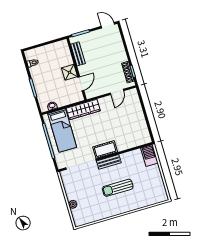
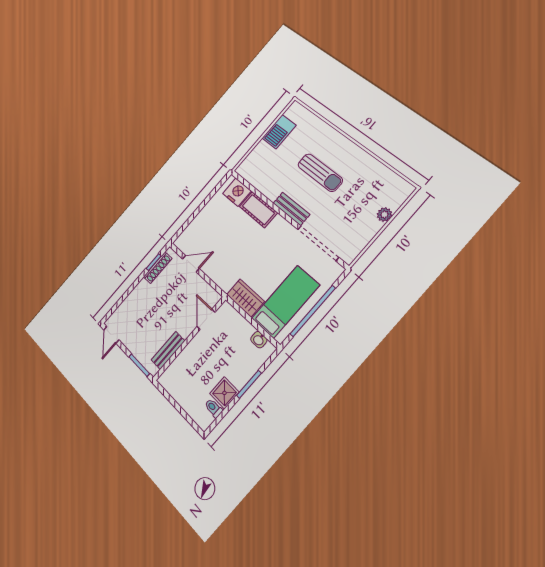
shower: (69, 72) -> (224, 393), moved
door: (81, 84) -> (206, 319), hinge flipped
wardrobe: (83, 109) -> (245, 298), width x0.67
nightstand: (139, 139) -> (237, 192), added
cot: (105, 149) -> (258, 210), moved
barbecue: (149, 156) -> (279, 132), moved

